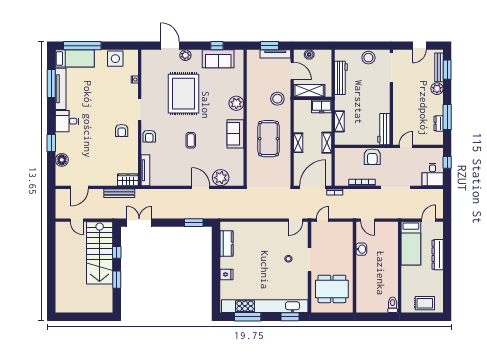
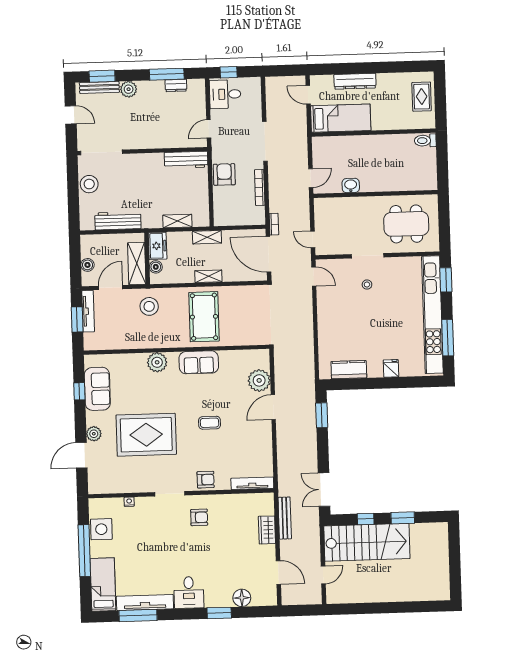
window: (82, 46) -> (84, 551), moved
boiler: (306, 104) -> (156, 267), added
pool table: (269, 139) -> (204, 317), turned 90
door: (406, 146) -> (209, 129), hinge flipped
armchair: (372, 157) -> (224, 174), turned -90
desk: (433, 174) -> (225, 94), moved, turned 180
wardrobe: (128, 180) -> (267, 530), moved
dining table: (332, 289) -> (406, 224), turned 90

